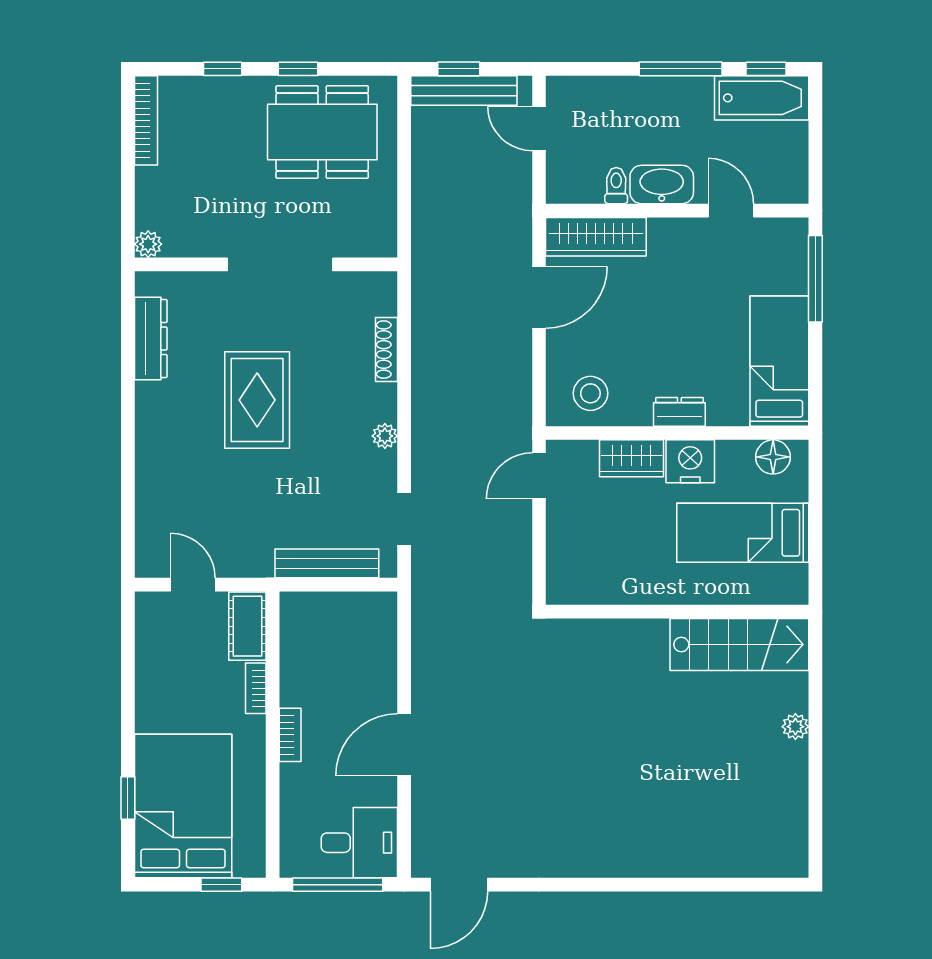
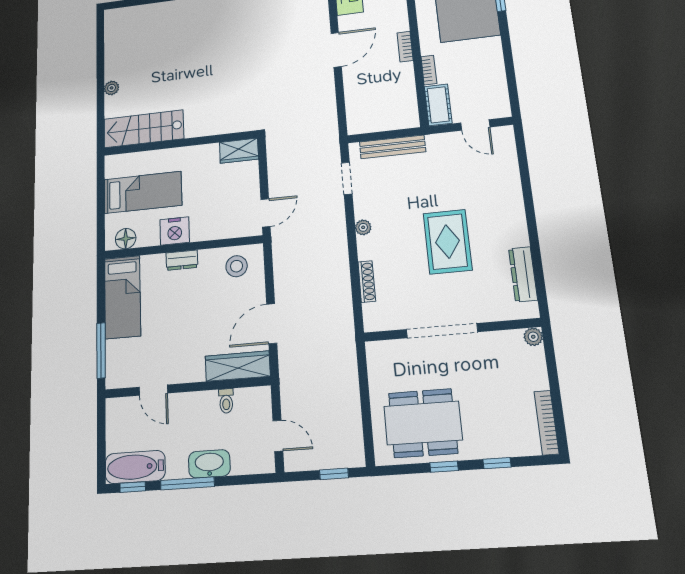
bench: (464, 91) -> (329, 459), removed
washbasin: (662, 184) -> (209, 464), moved, turned 180
wardrobe: (632, 458) -> (239, 151), moved, turned 180

